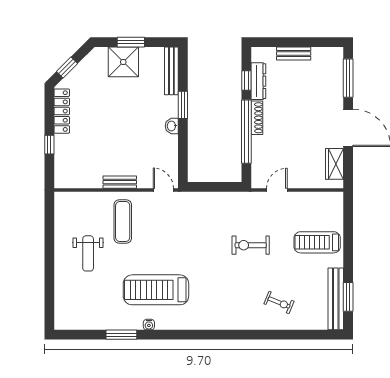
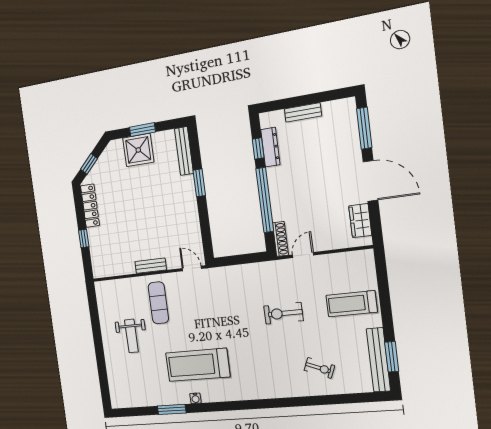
shoe rack: (257, 118) -> (280, 239), moved
washbasin: (172, 126) -> (191, 205), removed

